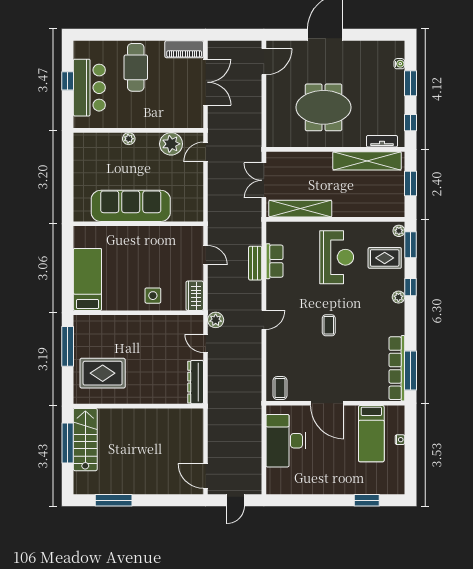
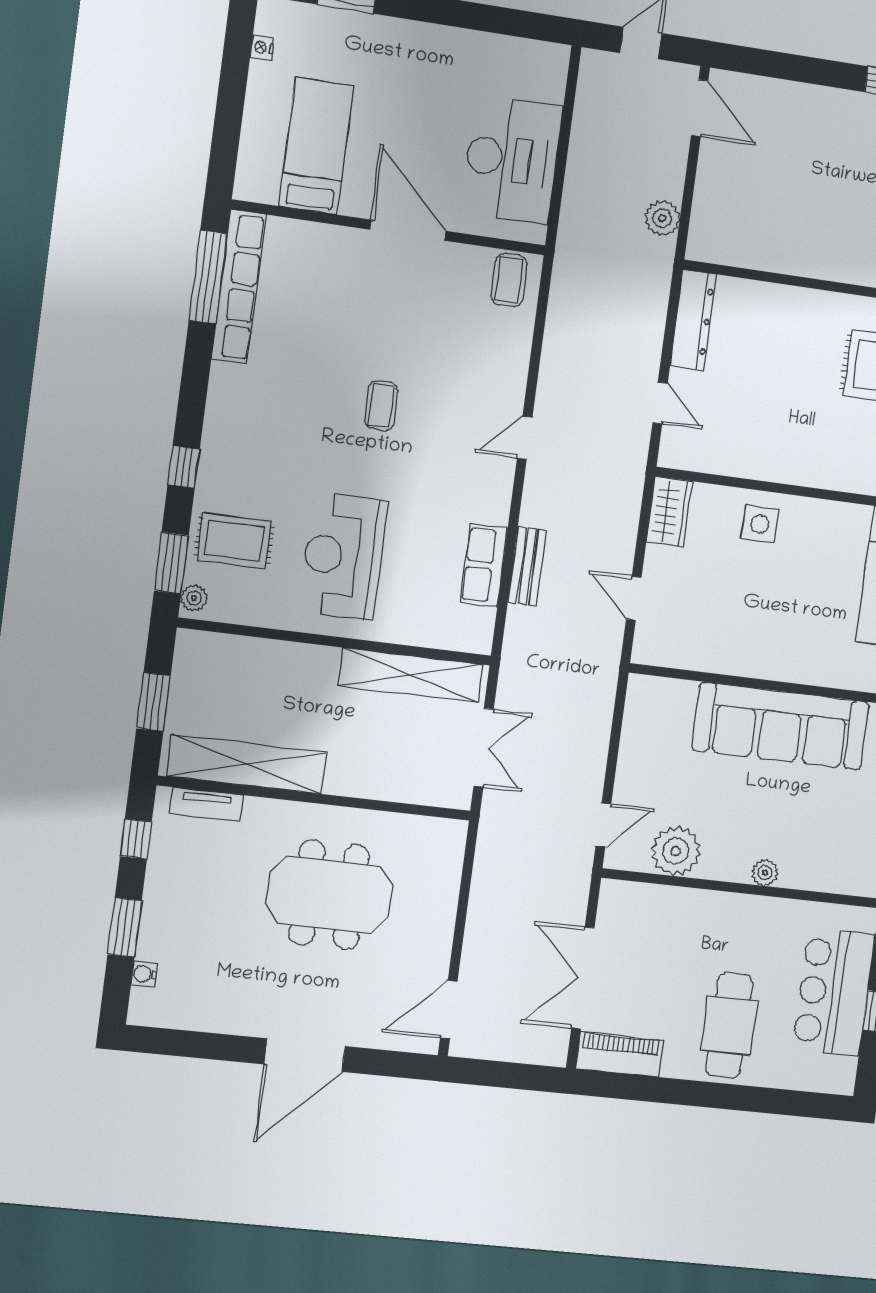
plant: (398, 297) -> (214, 448), removed
plant: (216, 320) -> (662, 218), moved
nightstand: (400, 440) -> (262, 48), moved

